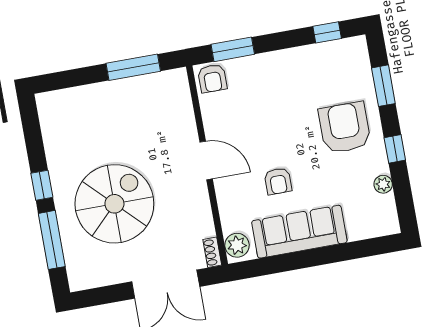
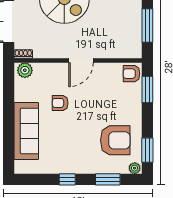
window: (327, 32) -> (147, 150), width x1.50
armchair: (345, 128) -> (115, 140), moved
plant: (383, 184) -> (135, 168), moved
sofa: (299, 232) -> (26, 131), moved

